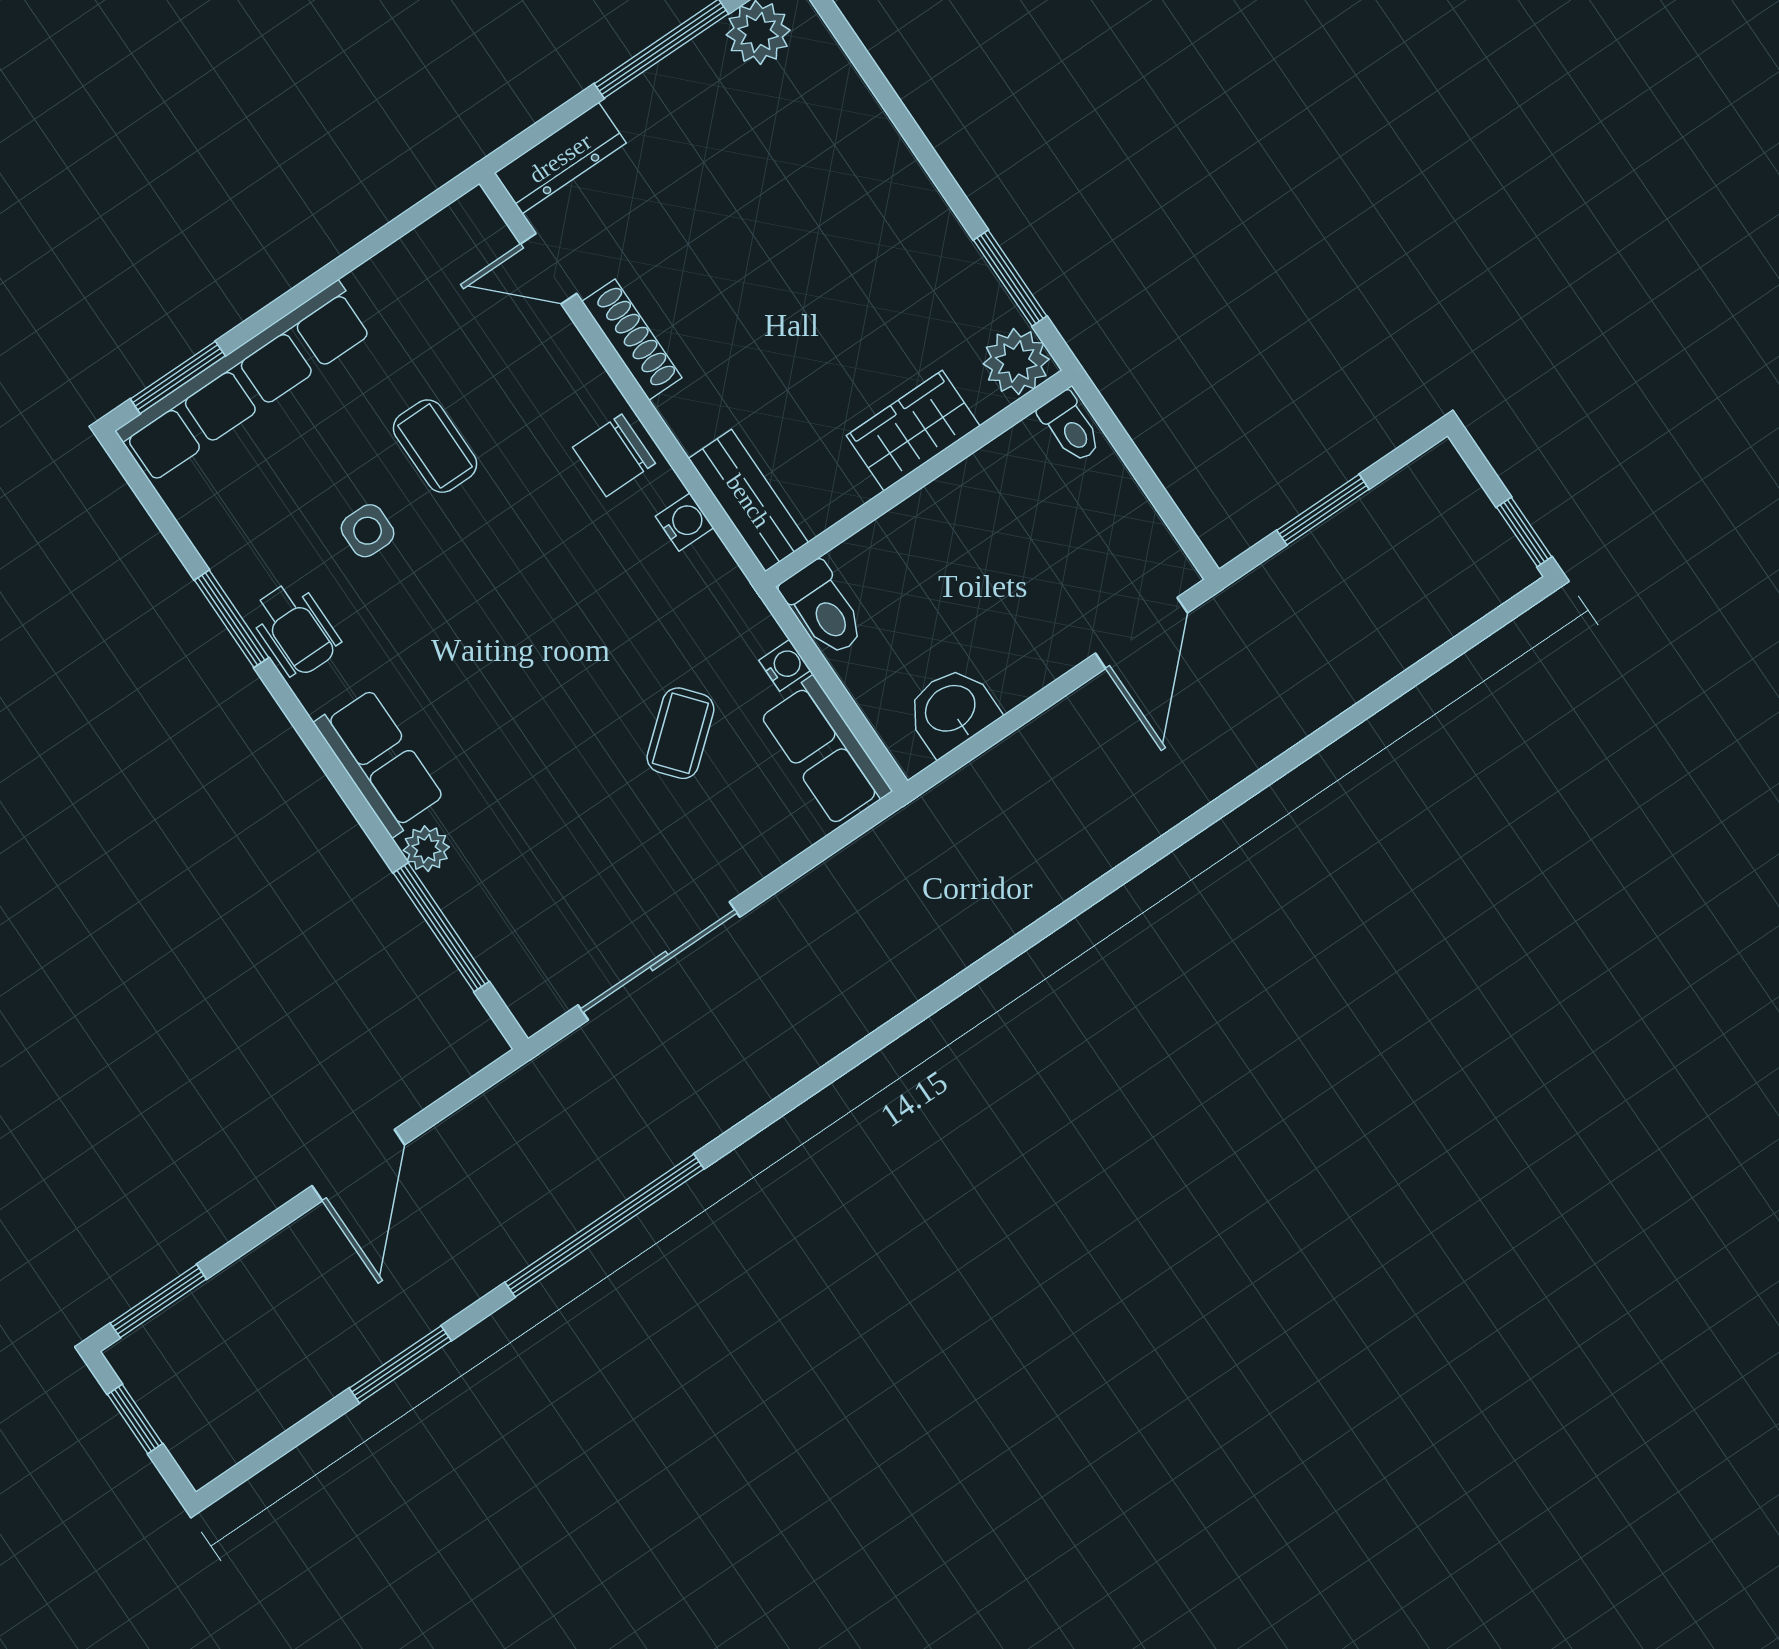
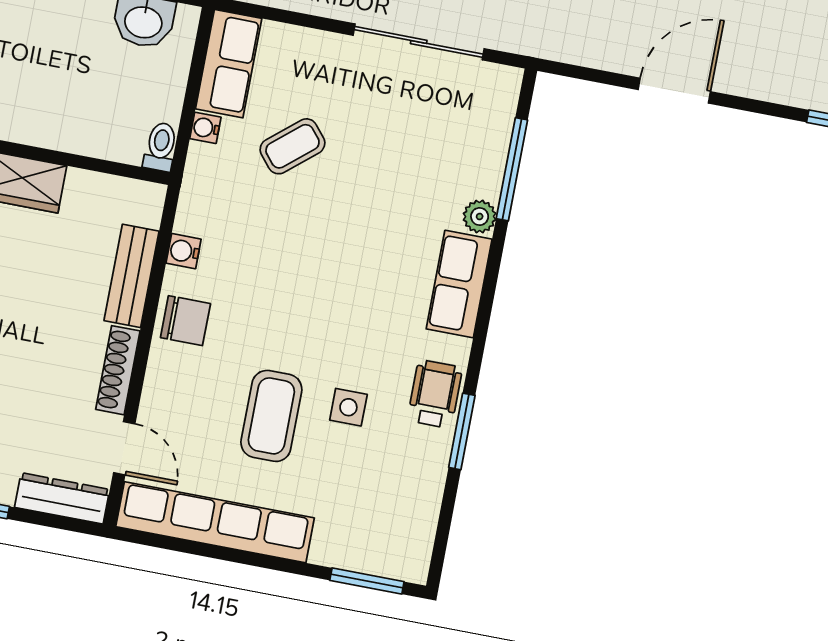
row of seats: (244, 381) -> (215, 522), moved
coffee table: (435, 446) -> (271, 416), width x1.36, depth x1.30
bench: (748, 501) -> (132, 276), moved
toilet: (824, 609) -> (161, 147), width x0.73, depth x0.72

